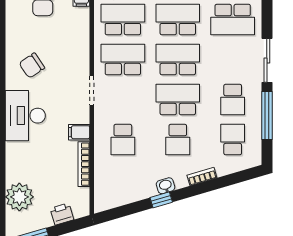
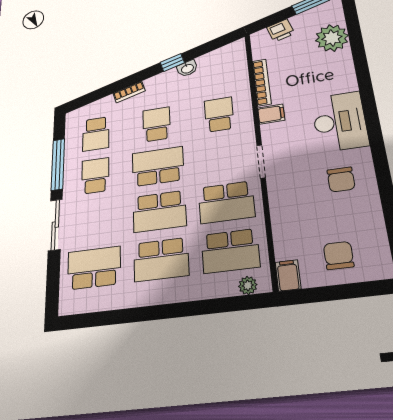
chair: (32, 65) -> (341, 179), turned 124
school desk: (178, 100) -> (158, 166), turned 180
washbasin: (166, 186) -> (187, 68), moved

